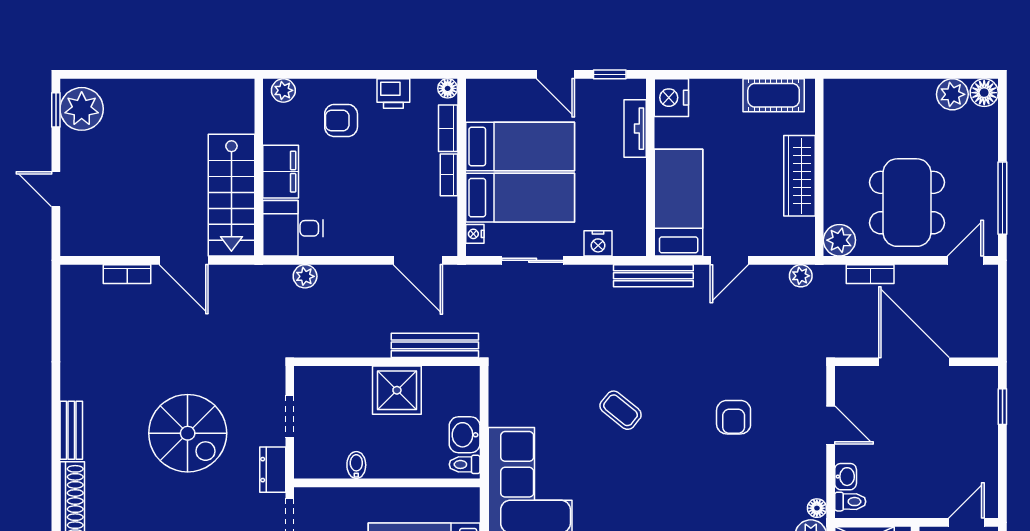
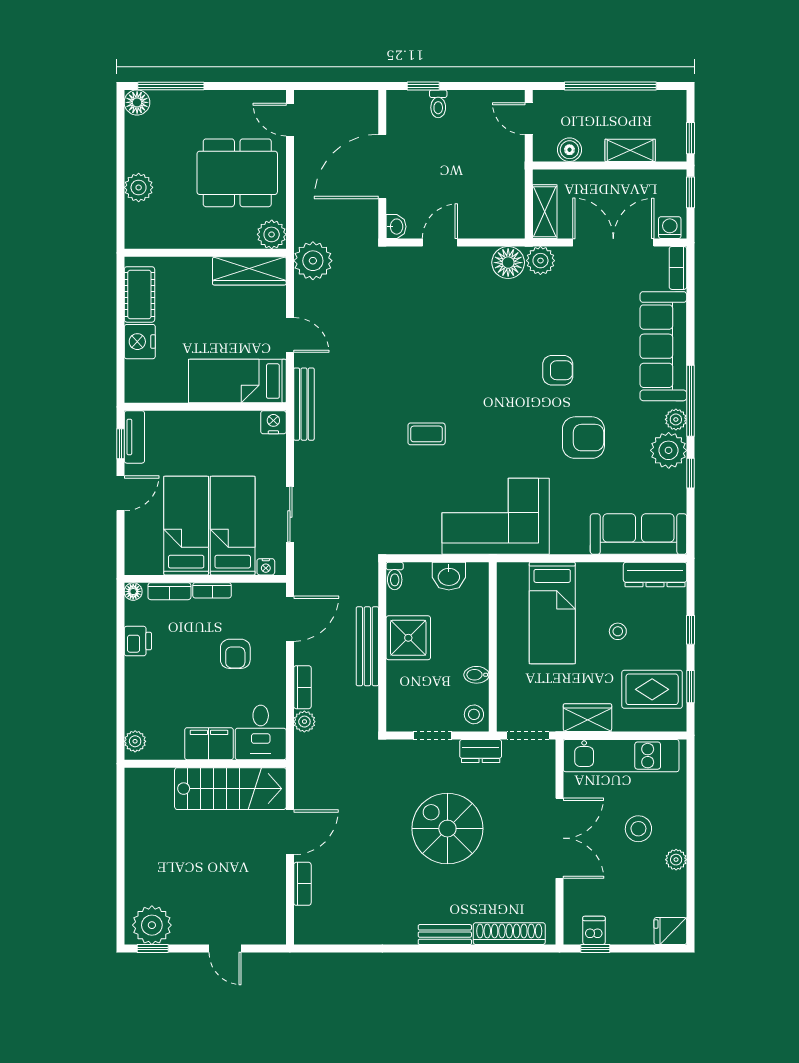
plant: (952, 94) -> (139, 187), moved
nightstand: (671, 98) -> (140, 342), moved, turned 90
armchair: (341, 120) -> (235, 654), moved
tv unit: (635, 129) -> (134, 437), moved, turned -90
wardrobe: (799, 176) -> (249, 271), moved
door: (56, 189) -> (225, 949), hinge flipped
window: (1002, 198) -> (171, 86), moved
nightstand: (598, 243) -> (273, 422), moved, turned -90
bookcase: (870, 274) -> (302, 687), moved
plant: (801, 276) -> (313, 261), width x1.87, depth x1.87
bench: (435, 345) -> (367, 646), moved
coffee table: (621, 410) -> (427, 434), turned 51
armchair: (734, 417) -> (433, 331), removed
spiral stairs: (188, 433) -> (447, 829), turned -90
stool: (313, 462) -> (474, 714), added
toilet: (465, 464) -> (395, 576), moved
washbasin: (846, 477) -> (396, 227), moved, turned 90
toilet: (850, 502) -> (438, 104), moved, turned 180
floor lamp: (817, 508) -> (508, 263), width x1.89, depth x1.89

